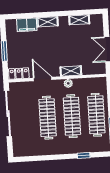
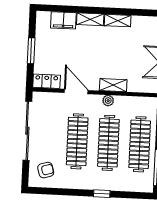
shelving: (79, 20) -> (118, 21), moved
armchair: (25, 143) -> (46, 170), added
window: (84, 155) -> (102, 194), moved

